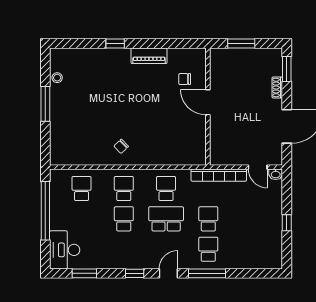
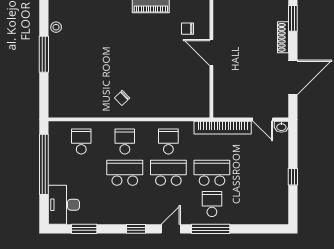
shoe rack: (277, 87) -> (283, 37), width x1.43
school desk: (124, 219) -> (125, 173), width x1.85
school desk: (208, 219) -> (212, 173), width x1.85

